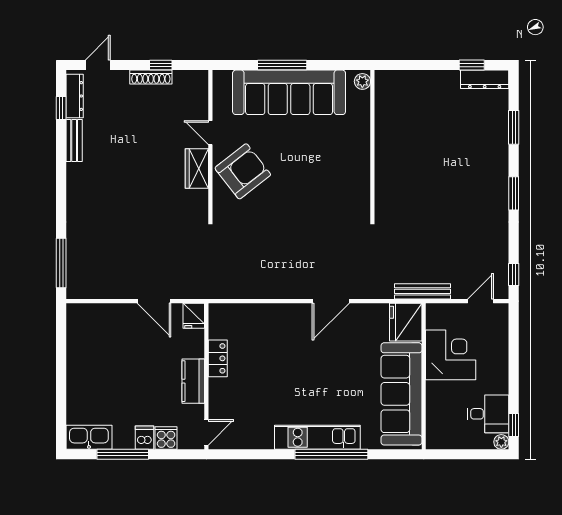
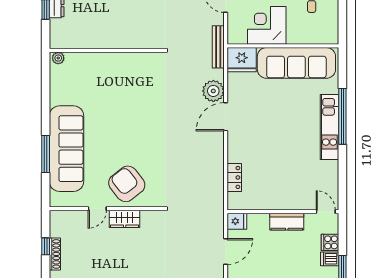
plant: (362, 81) -> (58, 58), moved
wall: (372, 145) -> (107, 50), moved
plant: (365, 285) -> (213, 91), added
door: (331, 301) -> (226, 117), swing flipped
locker: (218, 358) -> (234, 177), moved, turned 90

